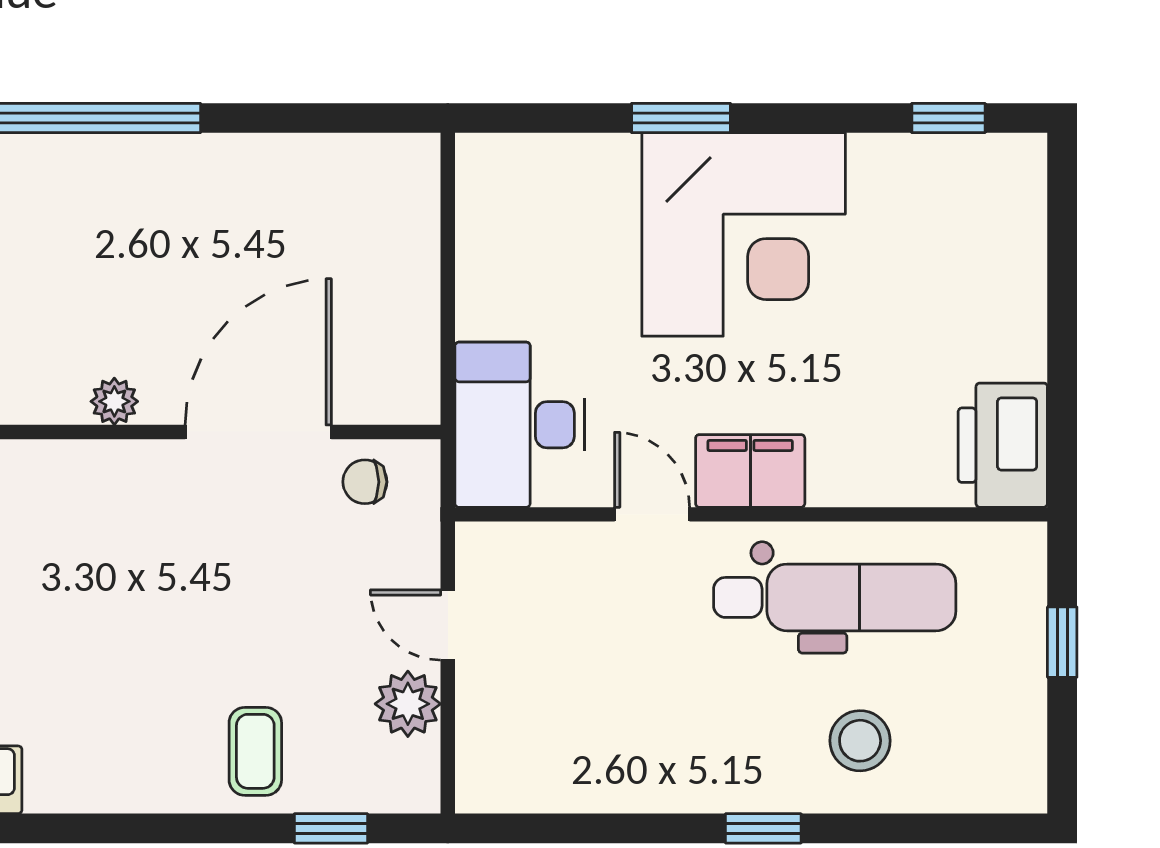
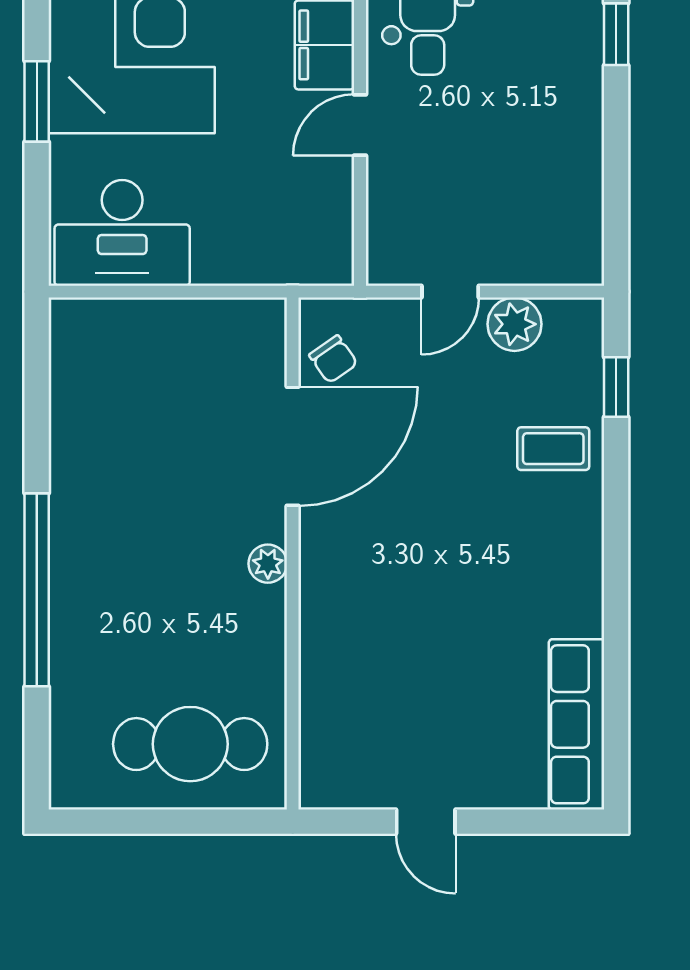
desk: (520, 425) -> (122, 233), moved
door: (258, 432) -> (293, 446), swing flipped
chair: (365, 482) -> (333, 359), turned -35

